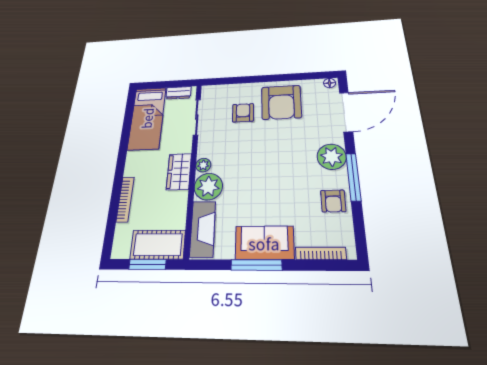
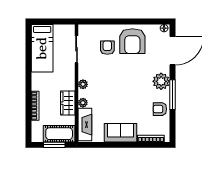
dresser: (179, 93) -> (62, 29), removed
wardrobe: (179, 171) -> (68, 103), moved
plant: (208, 187) -> (83, 103), width x0.53, depth x0.53
armchair: (333, 201) -> (160, 109), turned 90
window: (256, 265) -> (116, 145), removed

